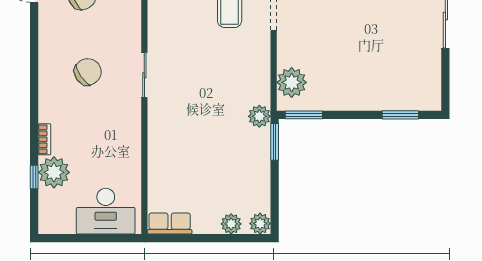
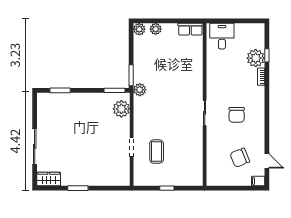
chair: (88, 72) -> (237, 115), turned -55
desk: (106, 211) -> (222, 36), width x0.73

